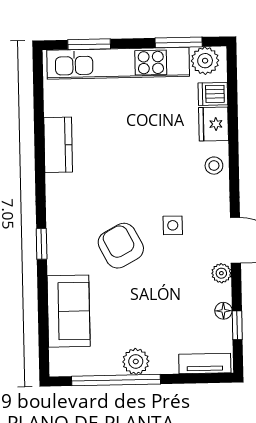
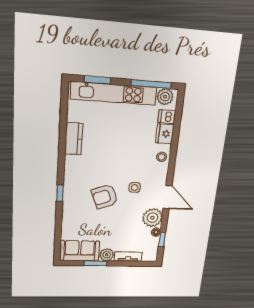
window: (179, 42) -> (151, 84), width x1.44
armchair: (121, 246) -> (105, 197), turned -83
plant: (221, 273) -> (152, 218), width x1.87, depth x1.87
sofa: (69, 311) -> (80, 251), moved, turned -90
tv unit: (205, 363) -> (128, 257), moved
window: (116, 380) -> (95, 263), width x0.47

